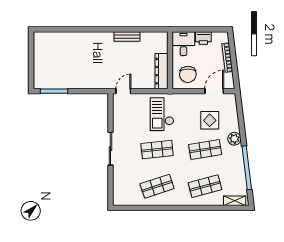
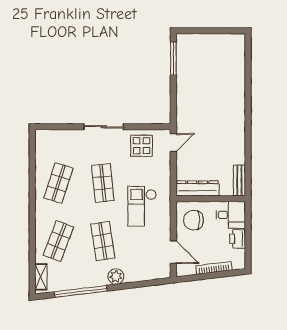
bench: (127, 36) -> (239, 180), moved
door: (123, 91) -> (173, 142), hinge flipped
checkout: (162, 114) -> (142, 206), moved, turned -90
display table: (210, 120) -> (142, 146), moved
shop shelf: (157, 186) -> (58, 183), turned 36
shop shelf: (205, 186) -> (58, 241), turned 36

